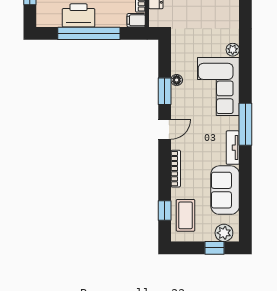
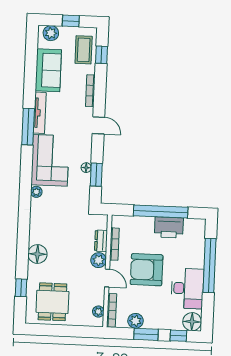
filing cabinet: (136, 20) -> (119, 221), removed
window: (165, 91) -> (96, 175), moved
door: (165, 129) -> (98, 125), swing flipped
tv unit: (233, 148) -> (40, 113), width x1.41
window: (215, 248) -> (71, 21), moved

